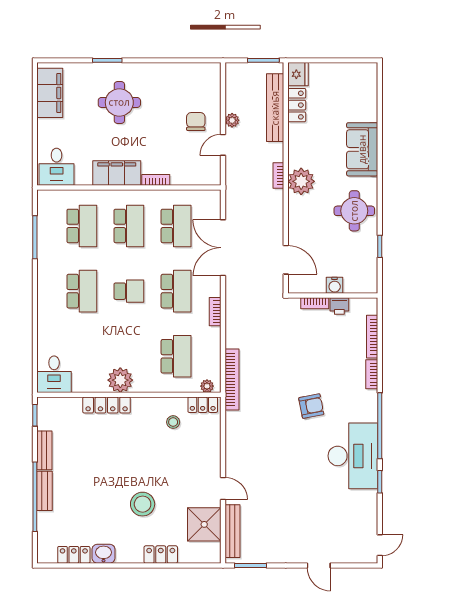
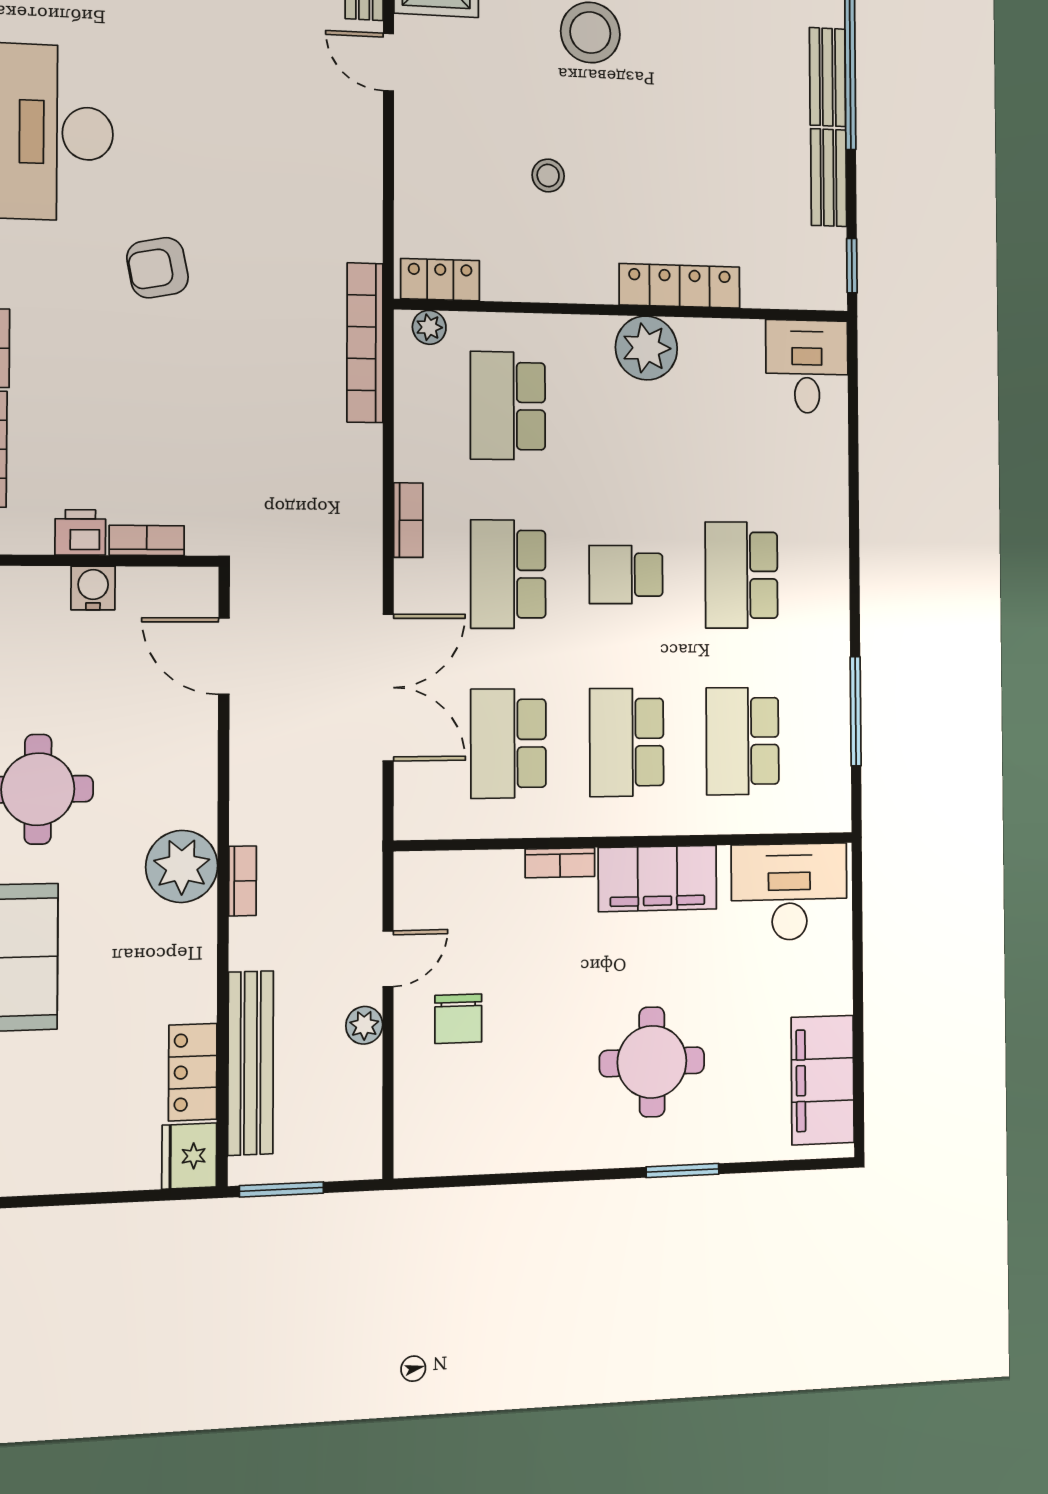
desk: (57, 167) -> (789, 892), width x1.37
stool: (173, 422) -> (548, 175), moved

